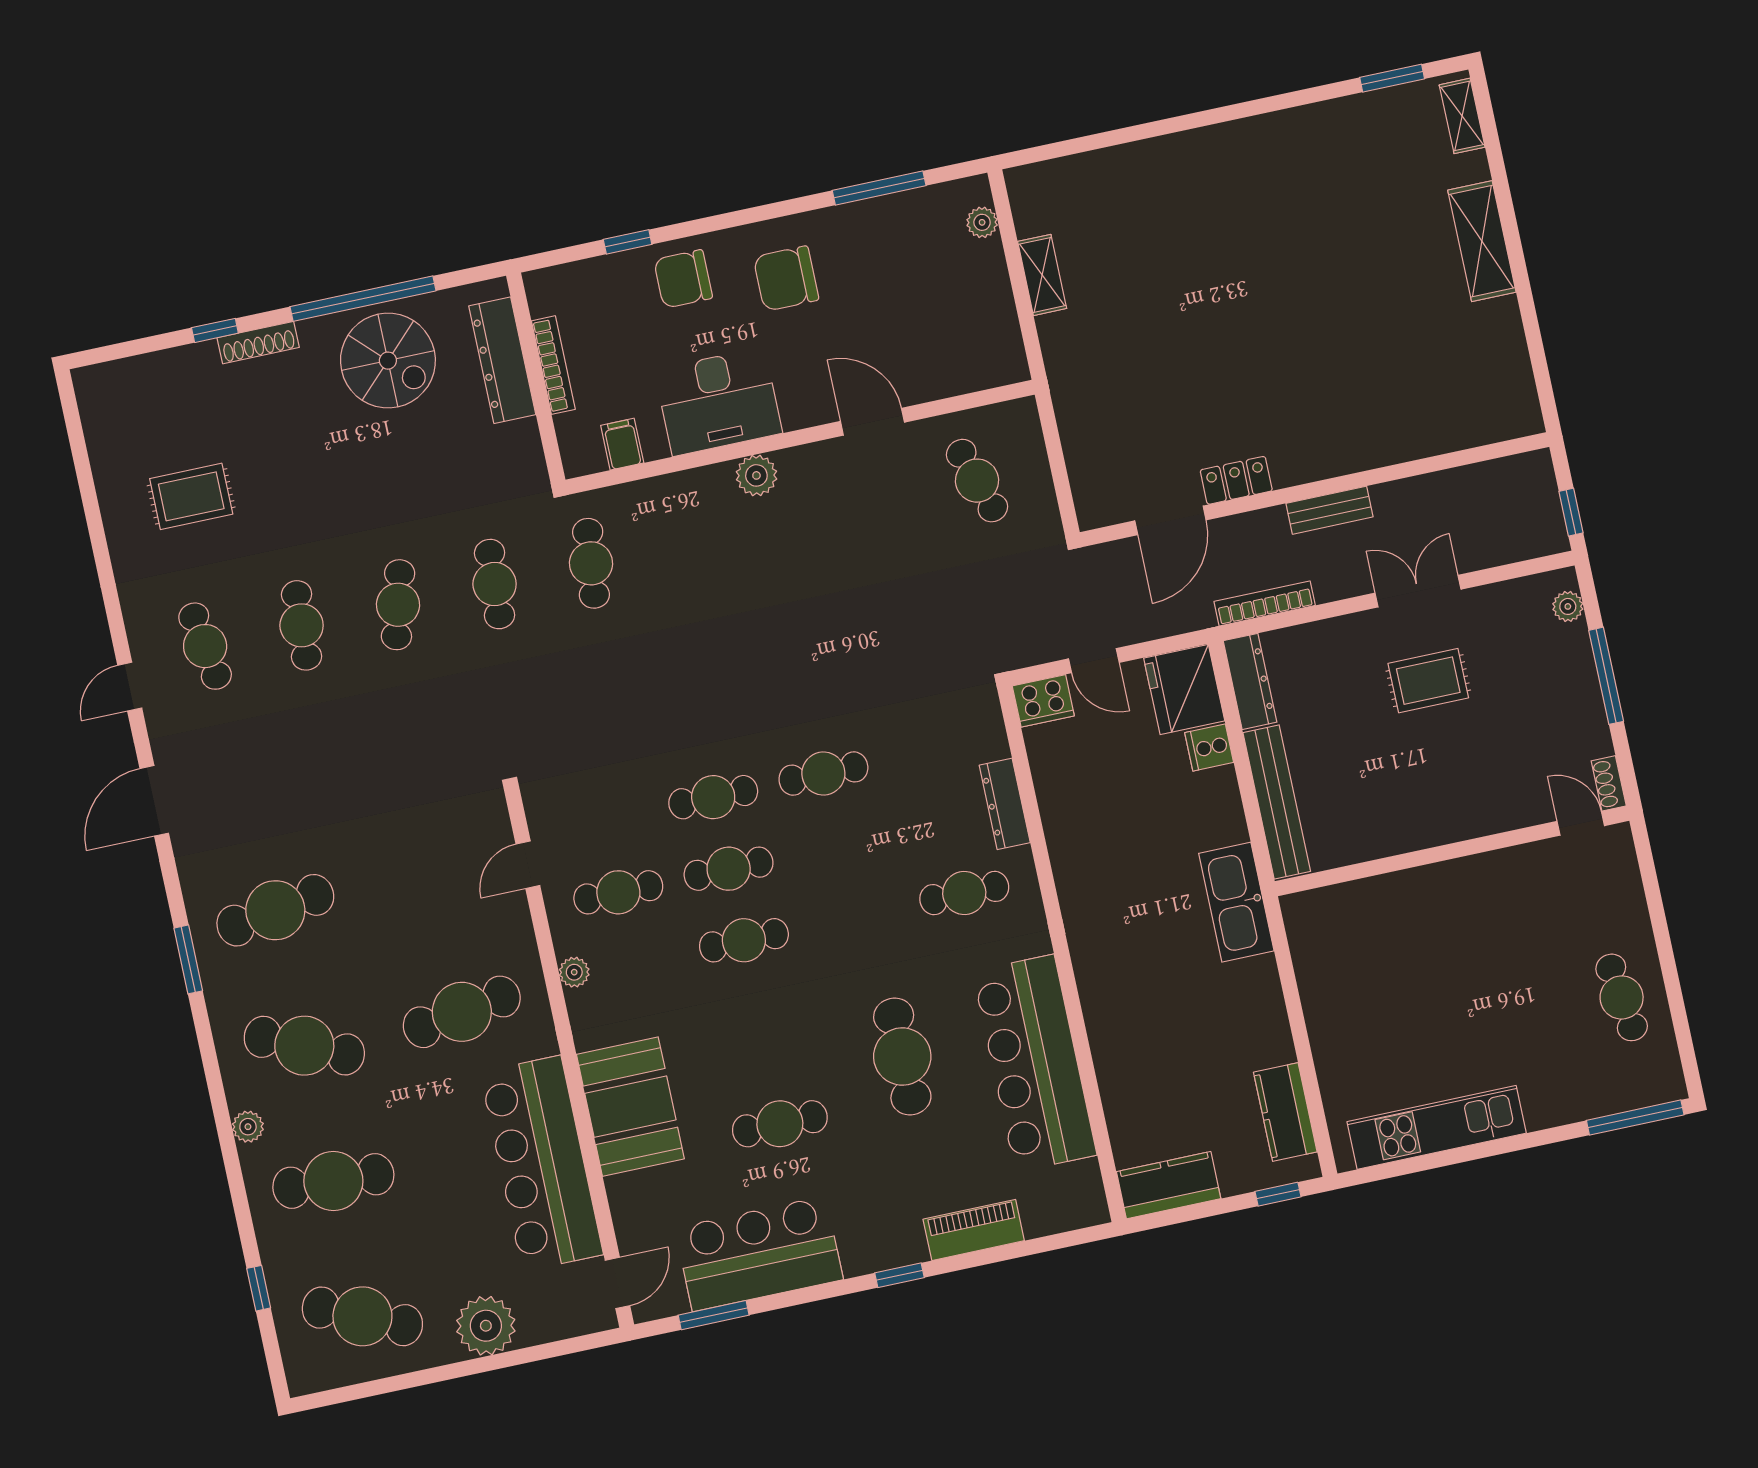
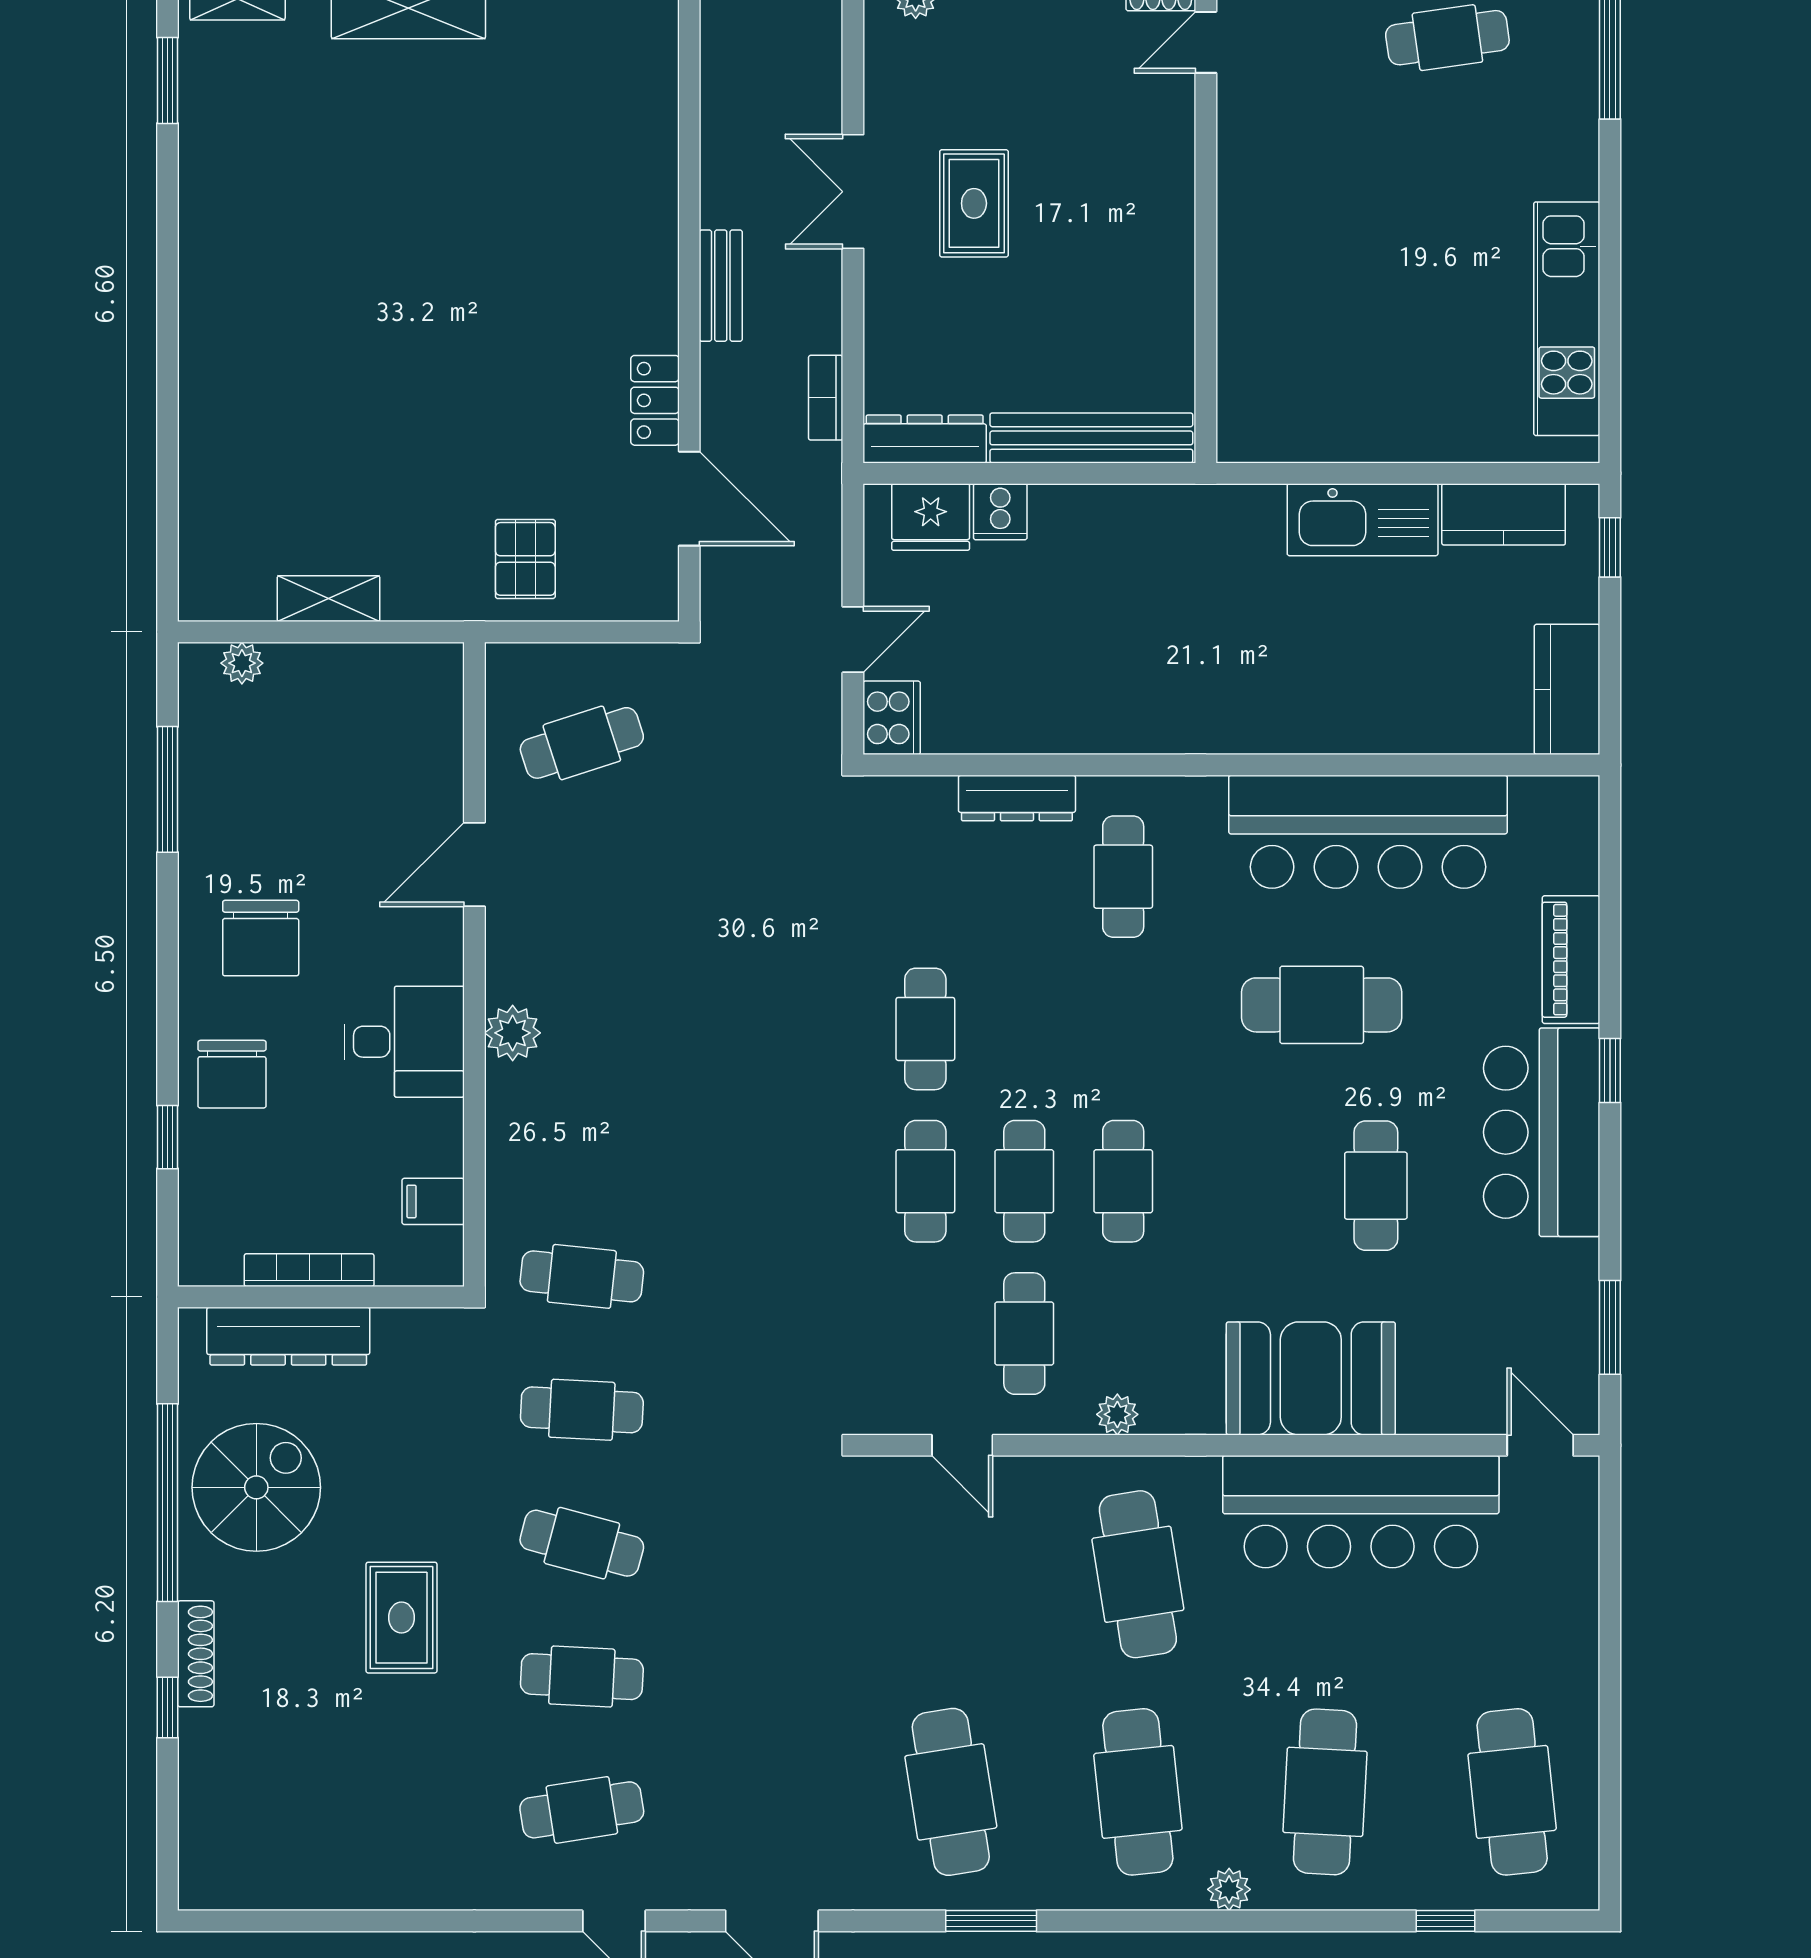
desk: (718, 402) -> (404, 1042), width x0.73
pallet: (1101, 411) -> (525, 559), added
rug: (191, 496) -> (401, 1618), moved
bookcase: (1265, 603) -> (826, 398), width x0.64
fridge: (1184, 690) -> (931, 517), width x0.73, depth x0.75
kitchen sink: (1236, 902) -> (1363, 520), moved
cafe table: (304, 1046) -> (1138, 1792), turned -30
bar counter: (759, 1254) -> (1542, 1132), moved
cafe table: (362, 1316) -> (1512, 1792), turned -30
plant: (486, 1326) -> (1559, 1631), removed

